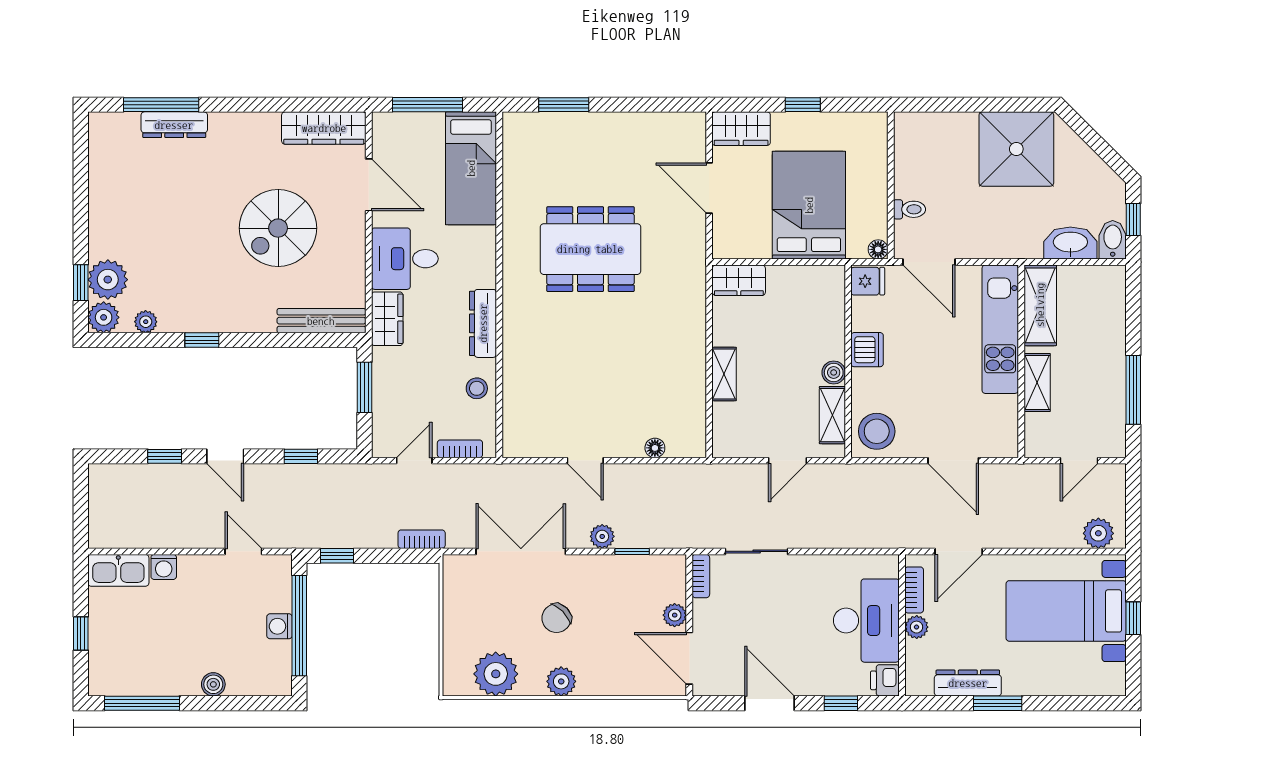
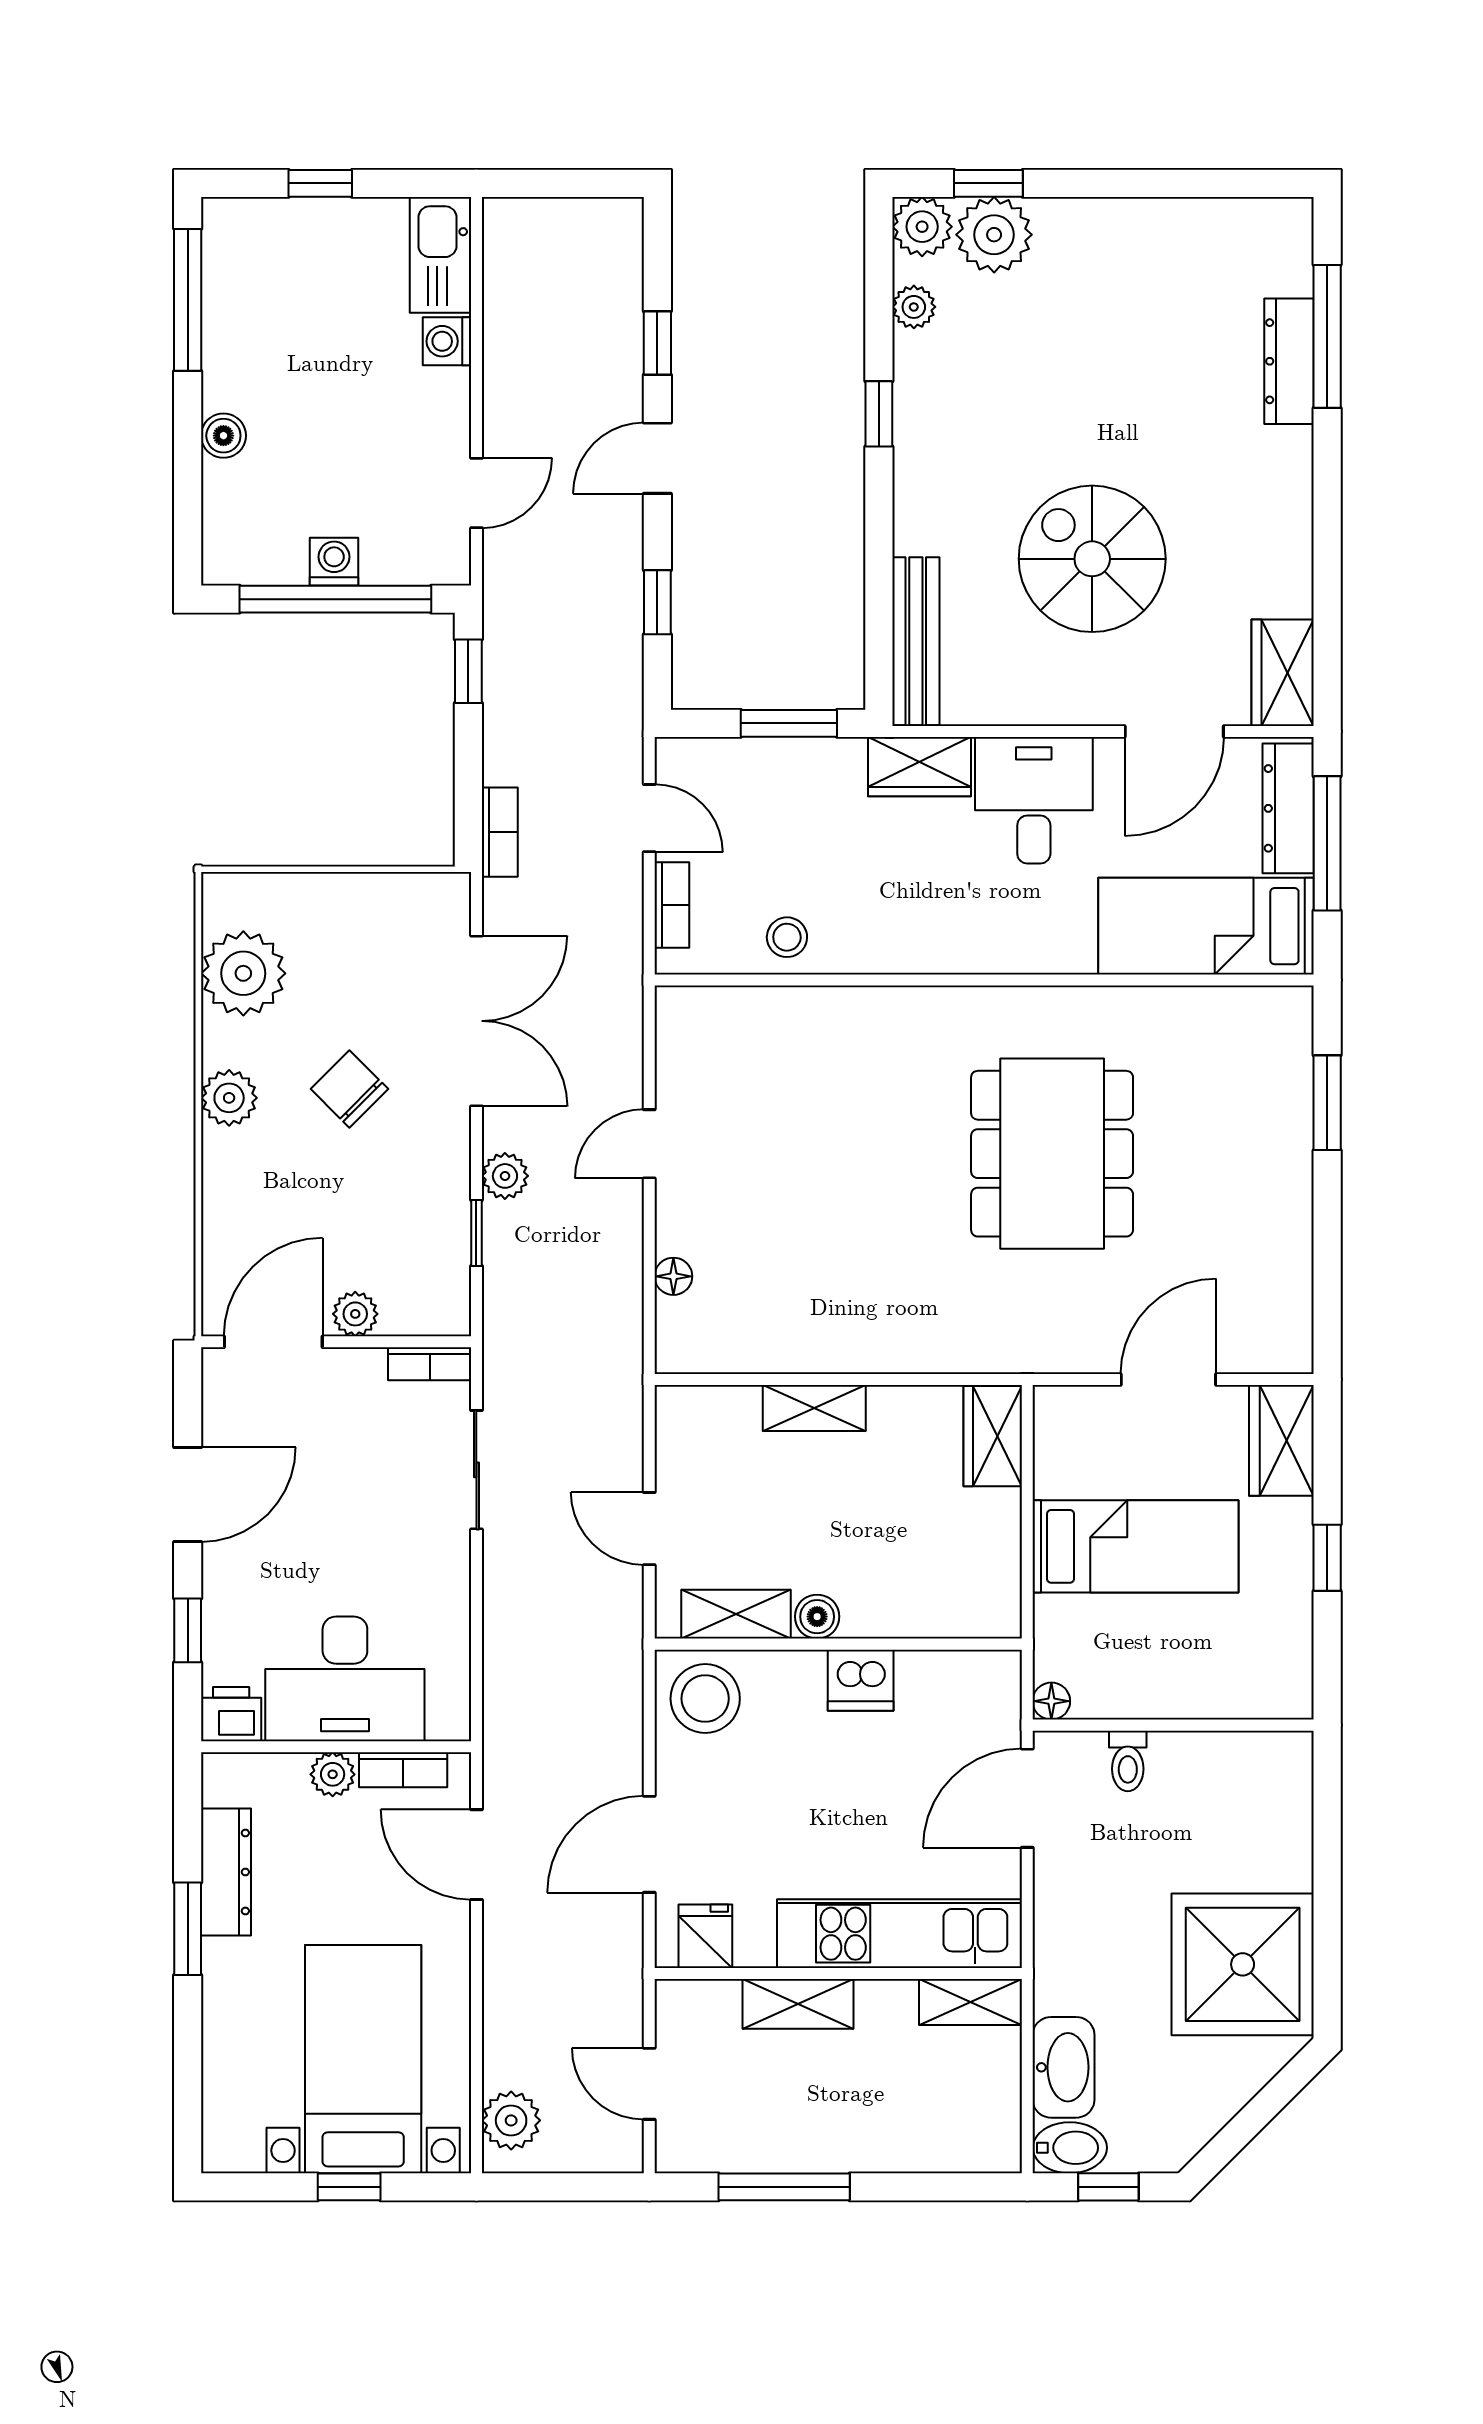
wardrobe: (324, 128) -> (1283, 673), width x0.67
bed: (809, 205) -> (1136, 1546), width x0.67
fridge: (868, 281) -> (705, 1936), moved, turned 180
shelving: (1040, 305) -> (971, 2002), width x0.67, depth x0.75
dresser: (483, 323) -> (1288, 808), moved, turned -90

